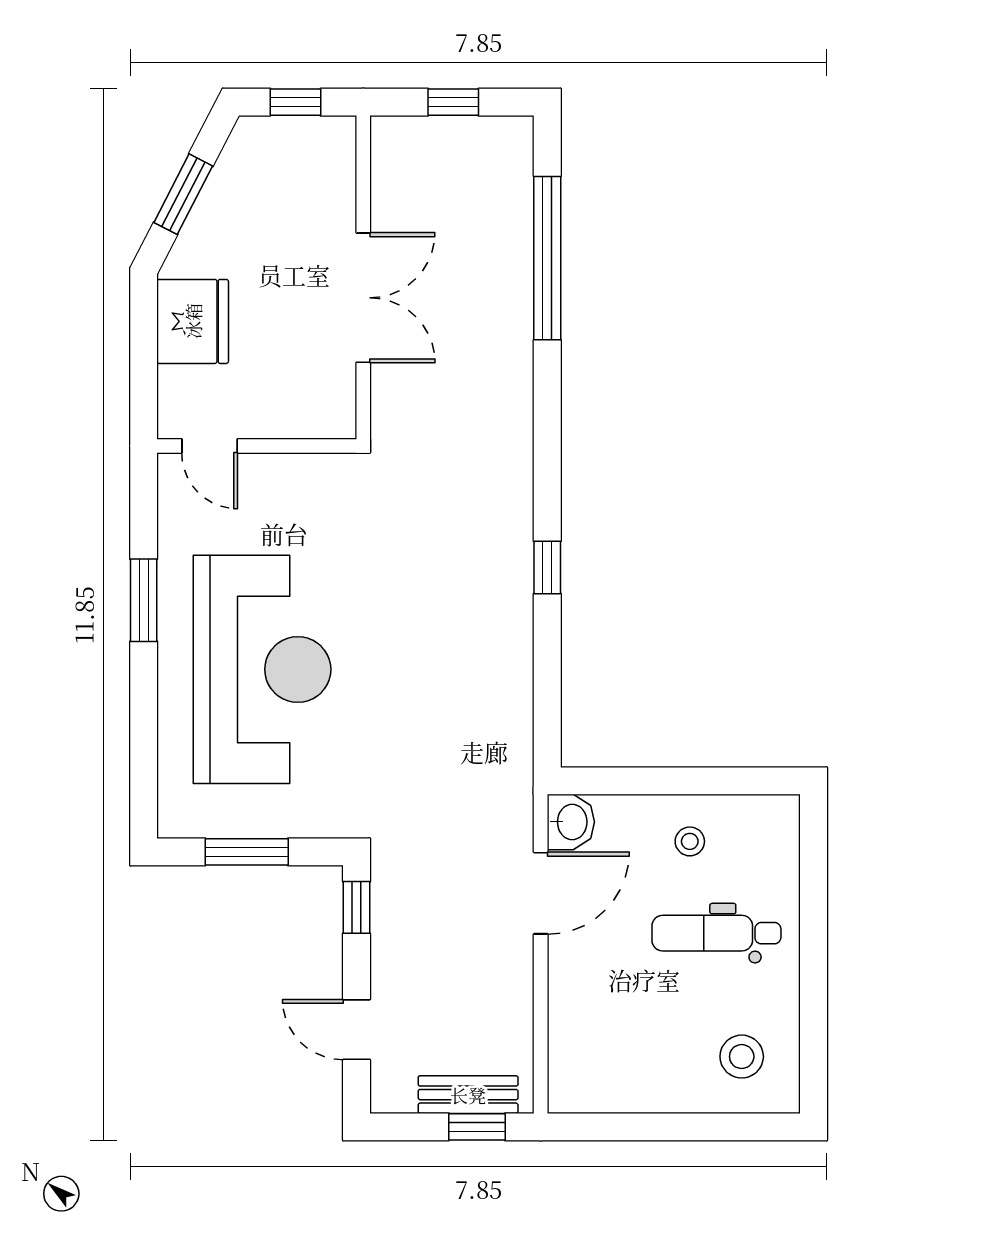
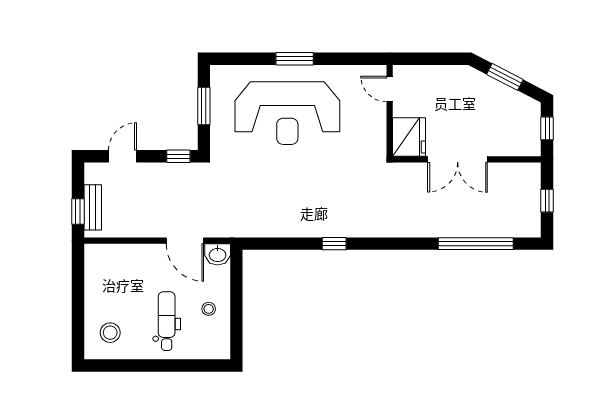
fridge: (193, 321) -> (409, 137), moved, turned -90
door: (210, 446) -> (390, 89), hinge flipped
window: (144, 600) -> (295, 59), moved

